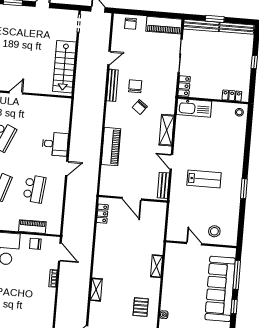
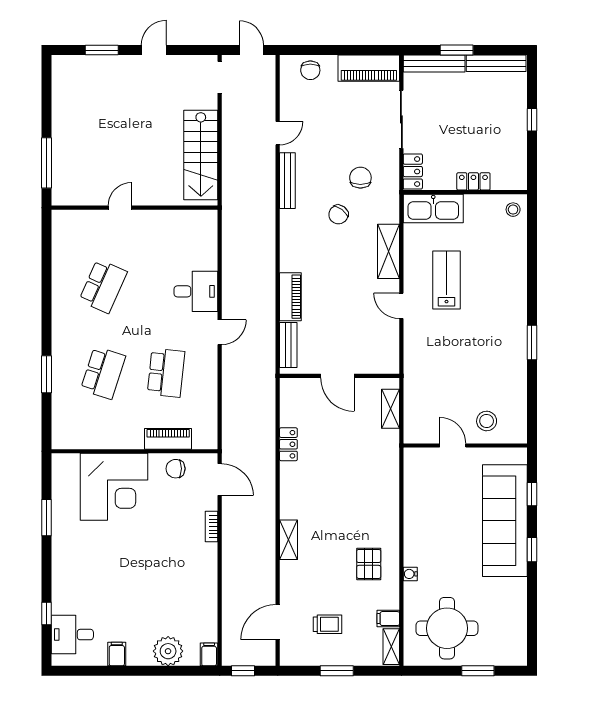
chair: (135, 86) -> (360, 178), moved
locker: (232, 96) -> (473, 181), moved
piano: (111, 147) -> (290, 297), width x0.73, depth x0.75
lab bench: (204, 179) -> (446, 280), moved, turned -90
bench: (163, 185) -> (288, 345), moved
locker: (102, 214) -> (288, 444), moved
shelving: (157, 266) -> (391, 409), moved
window: (237, 275) -> (532, 494), width x0.46

